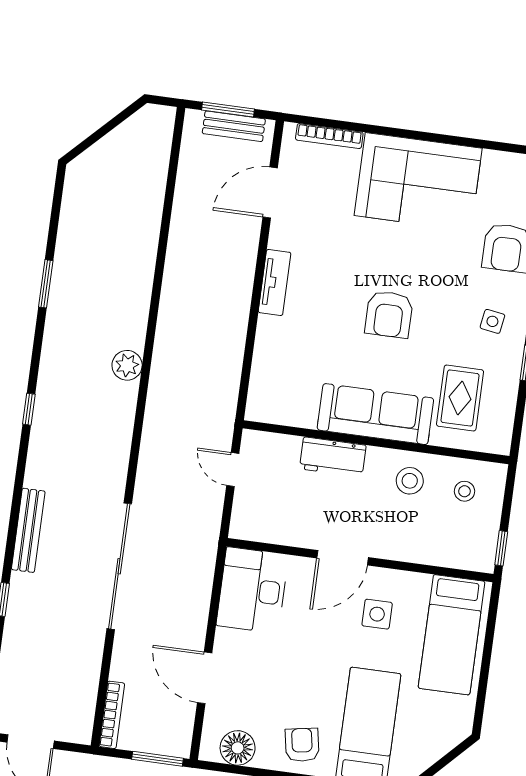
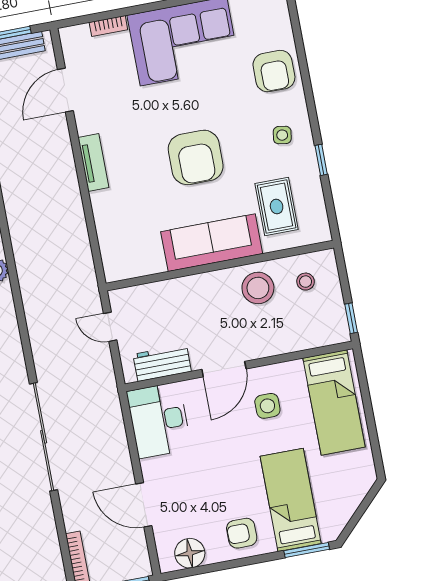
bookcase: (329, 136) -> (108, 26), width x0.64
armchair: (389, 314) -> (196, 157), width x1.36, depth x1.36
workbench: (333, 457) -> (162, 363), moved, turned 180
stool: (410, 481) -> (258, 288), width x1.38, depth x1.38
armchair: (302, 745) -> (242, 533), turned -80

